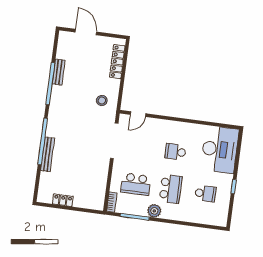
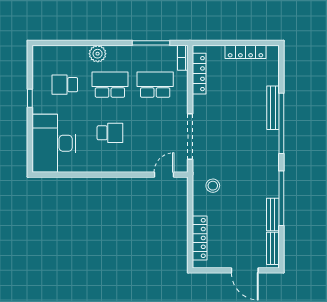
bench: (62, 46) -> (273, 248), added
locker: (101, 188) -> (199, 74), added
school desk: (171, 189) -> (110, 85), turned 90
locker: (63, 200) -> (245, 52), width x1.53
plant: (154, 211) -> (98, 54), moved

